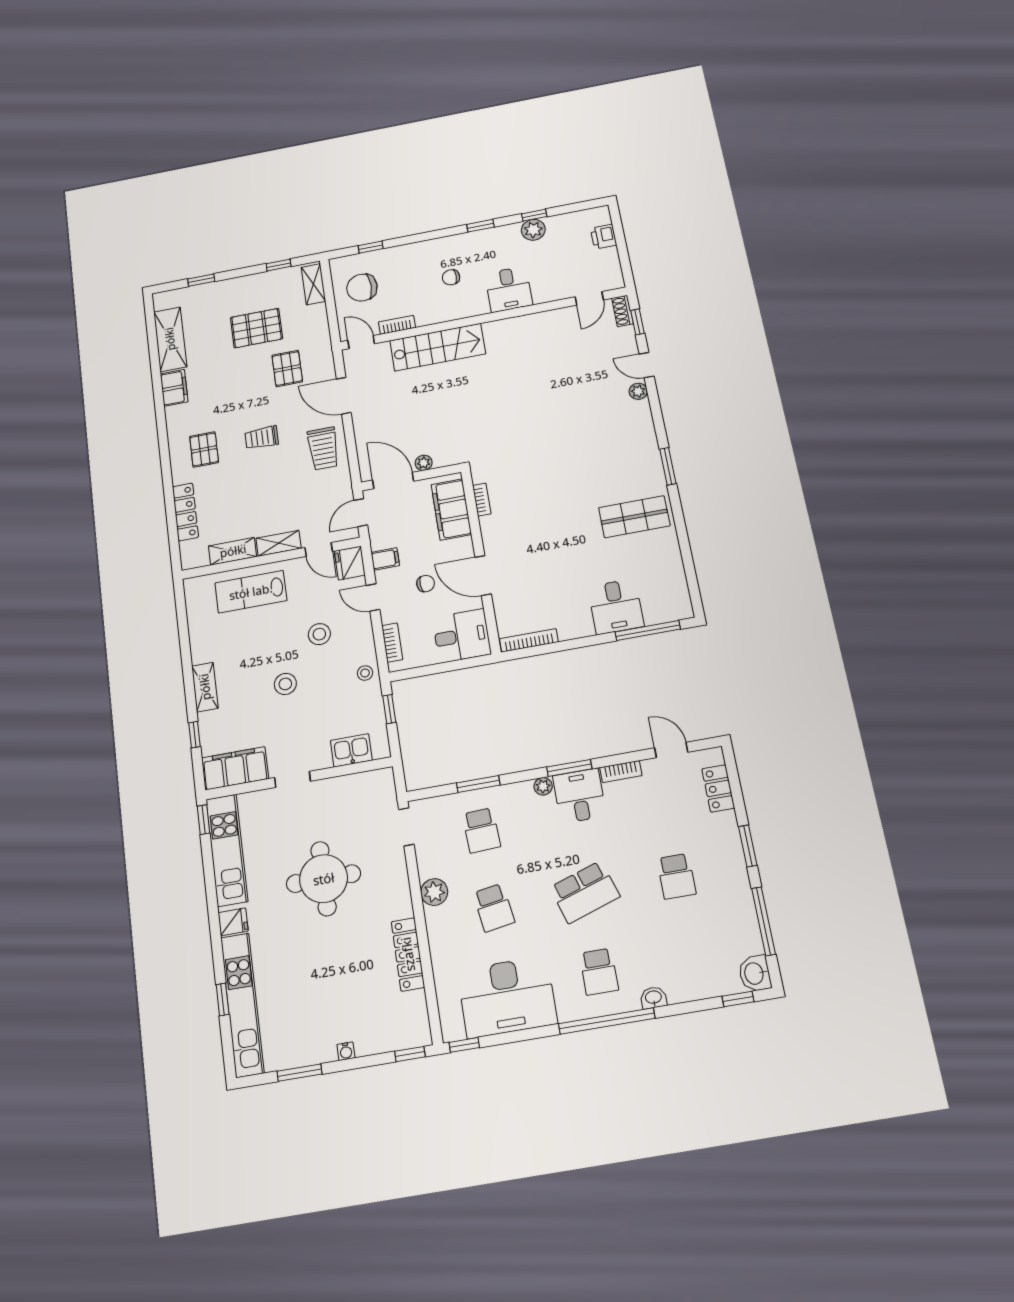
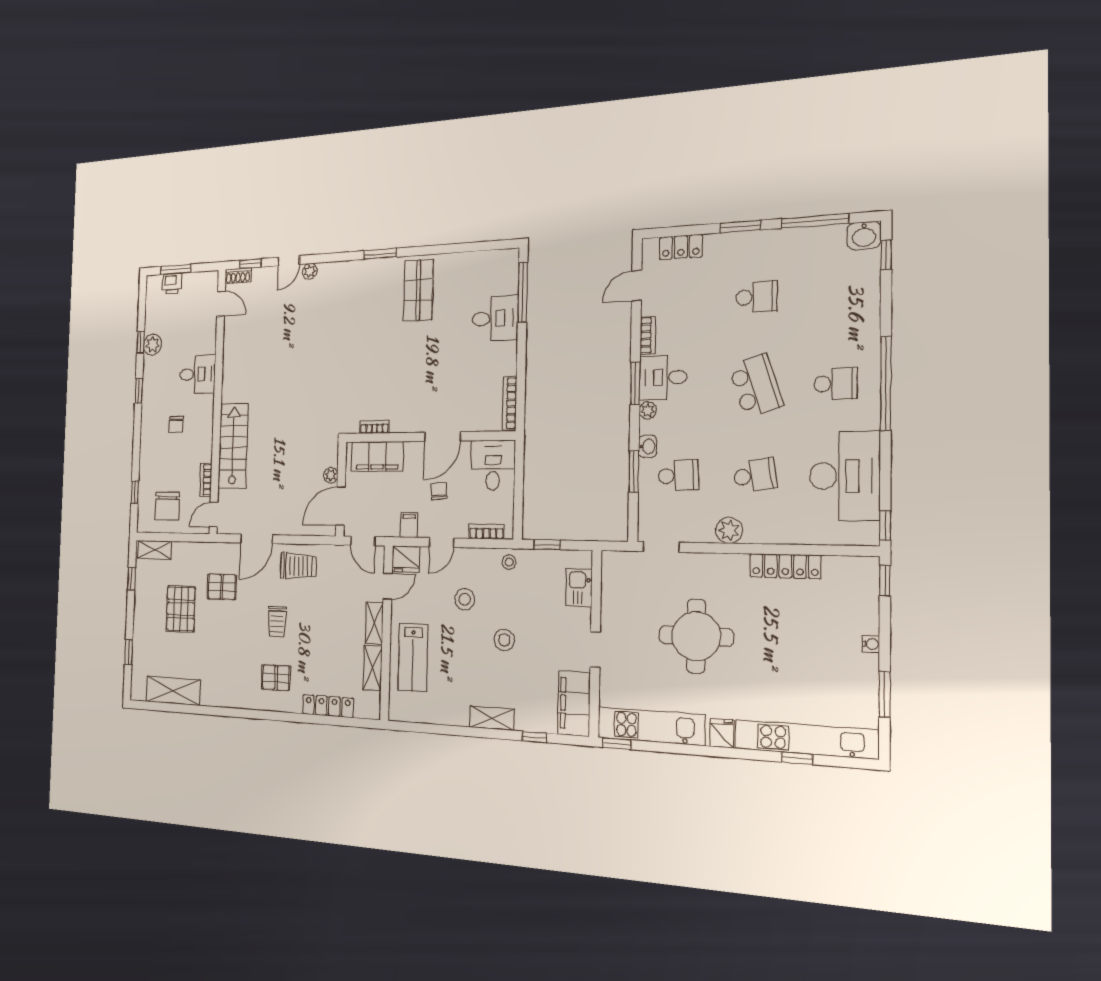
window: (620, 237) -> (176, 269), added
filing cabinet: (174, 388) -> (216, 695), removed
washbasin: (653, 998) -> (648, 446), moved, turned 180

